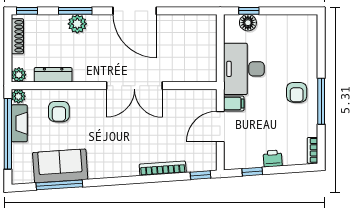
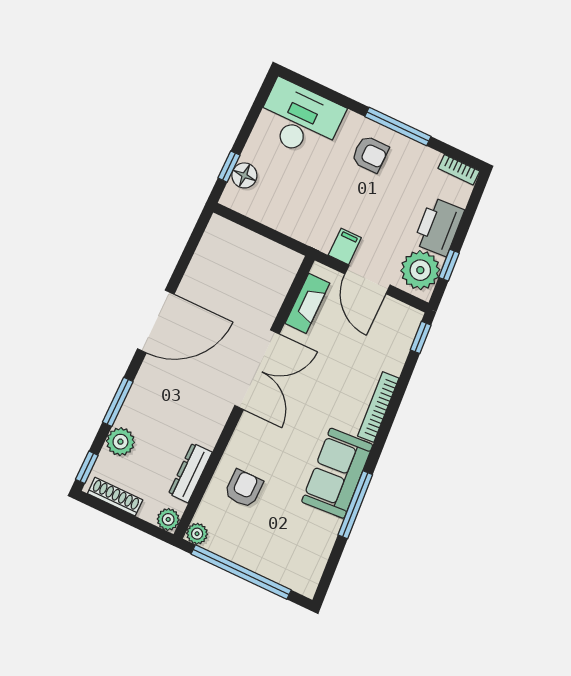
plant: (77, 24) -> (120, 442), moved
desk: (244, 69) -> (300, 119), moved, turned 180
armchair: (59, 112) -> (244, 489), turned -90
fireplace: (19, 123) -> (307, 303), moved, turned 90
plant: (241, 156) -> (420, 270), added
printer: (273, 158) -> (439, 227), width x1.87, depth x1.48
sofa: (60, 166) -> (337, 473), moved
bookcase: (163, 168) -> (378, 407), moved
window: (59, 185) -> (355, 505), moved

